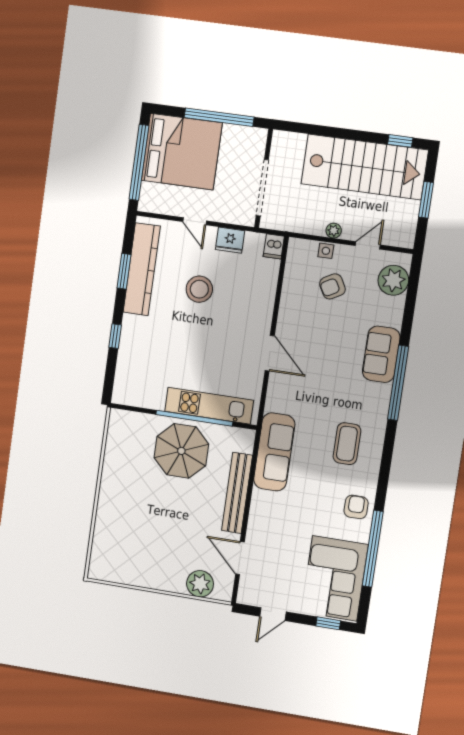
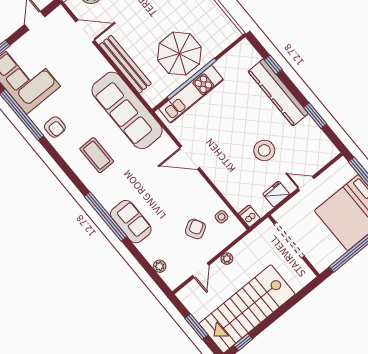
side table: (326, 251) -> (222, 217), moved
kitchen counter: (142, 269) -> (278, 92), moved
plant: (393, 280) -> (160, 266), width x0.53, depth x0.53
window: (115, 336) -> (273, 65), moved
sofa: (274, 452) -> (127, 110), width x1.36, depth x1.27

